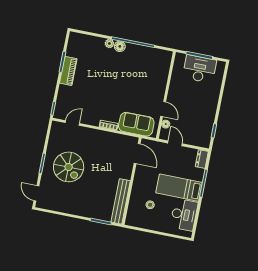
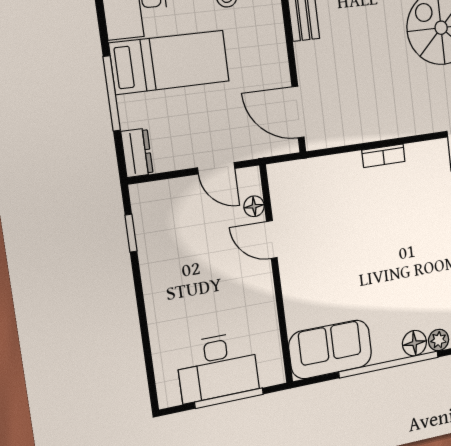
sofa: (136, 124) -> (330, 349), moved, turned 180

